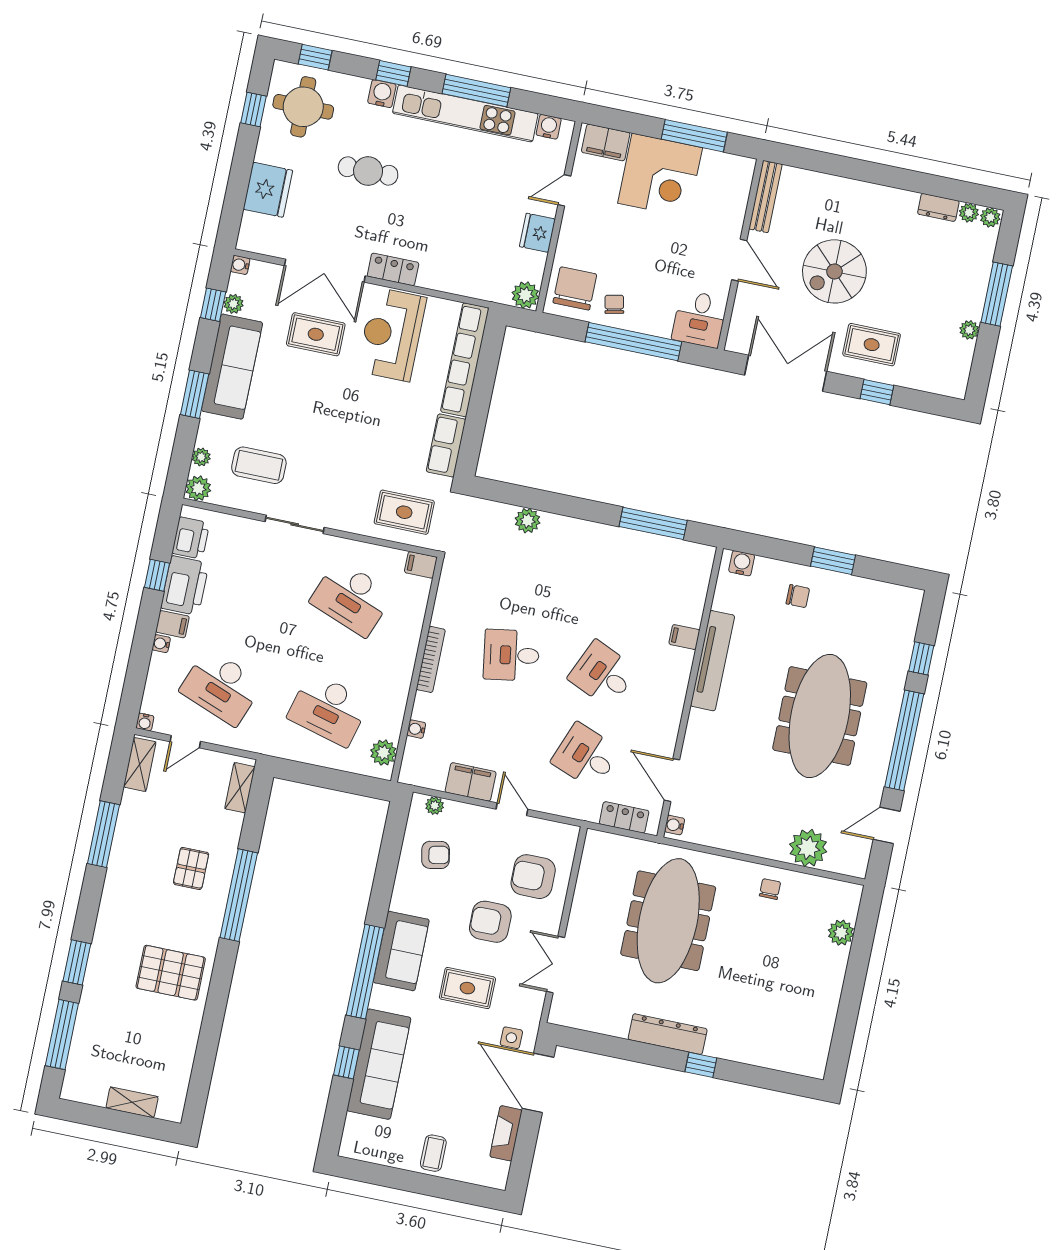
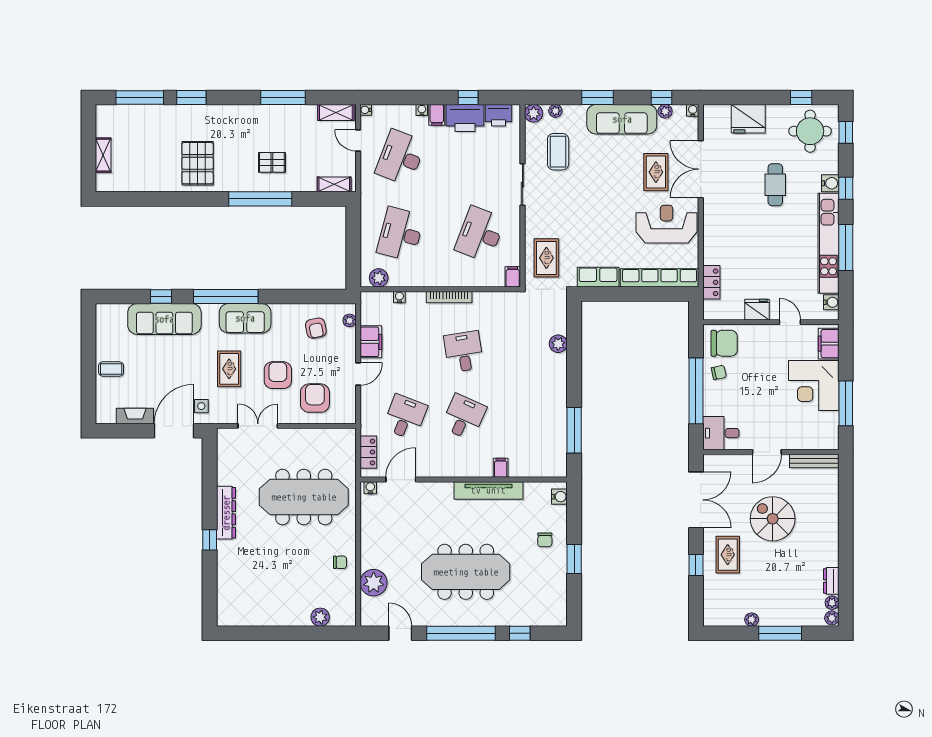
locker: (393, 269) -> (711, 282), moved
plant: (525, 295) -> (713, 310), removed

